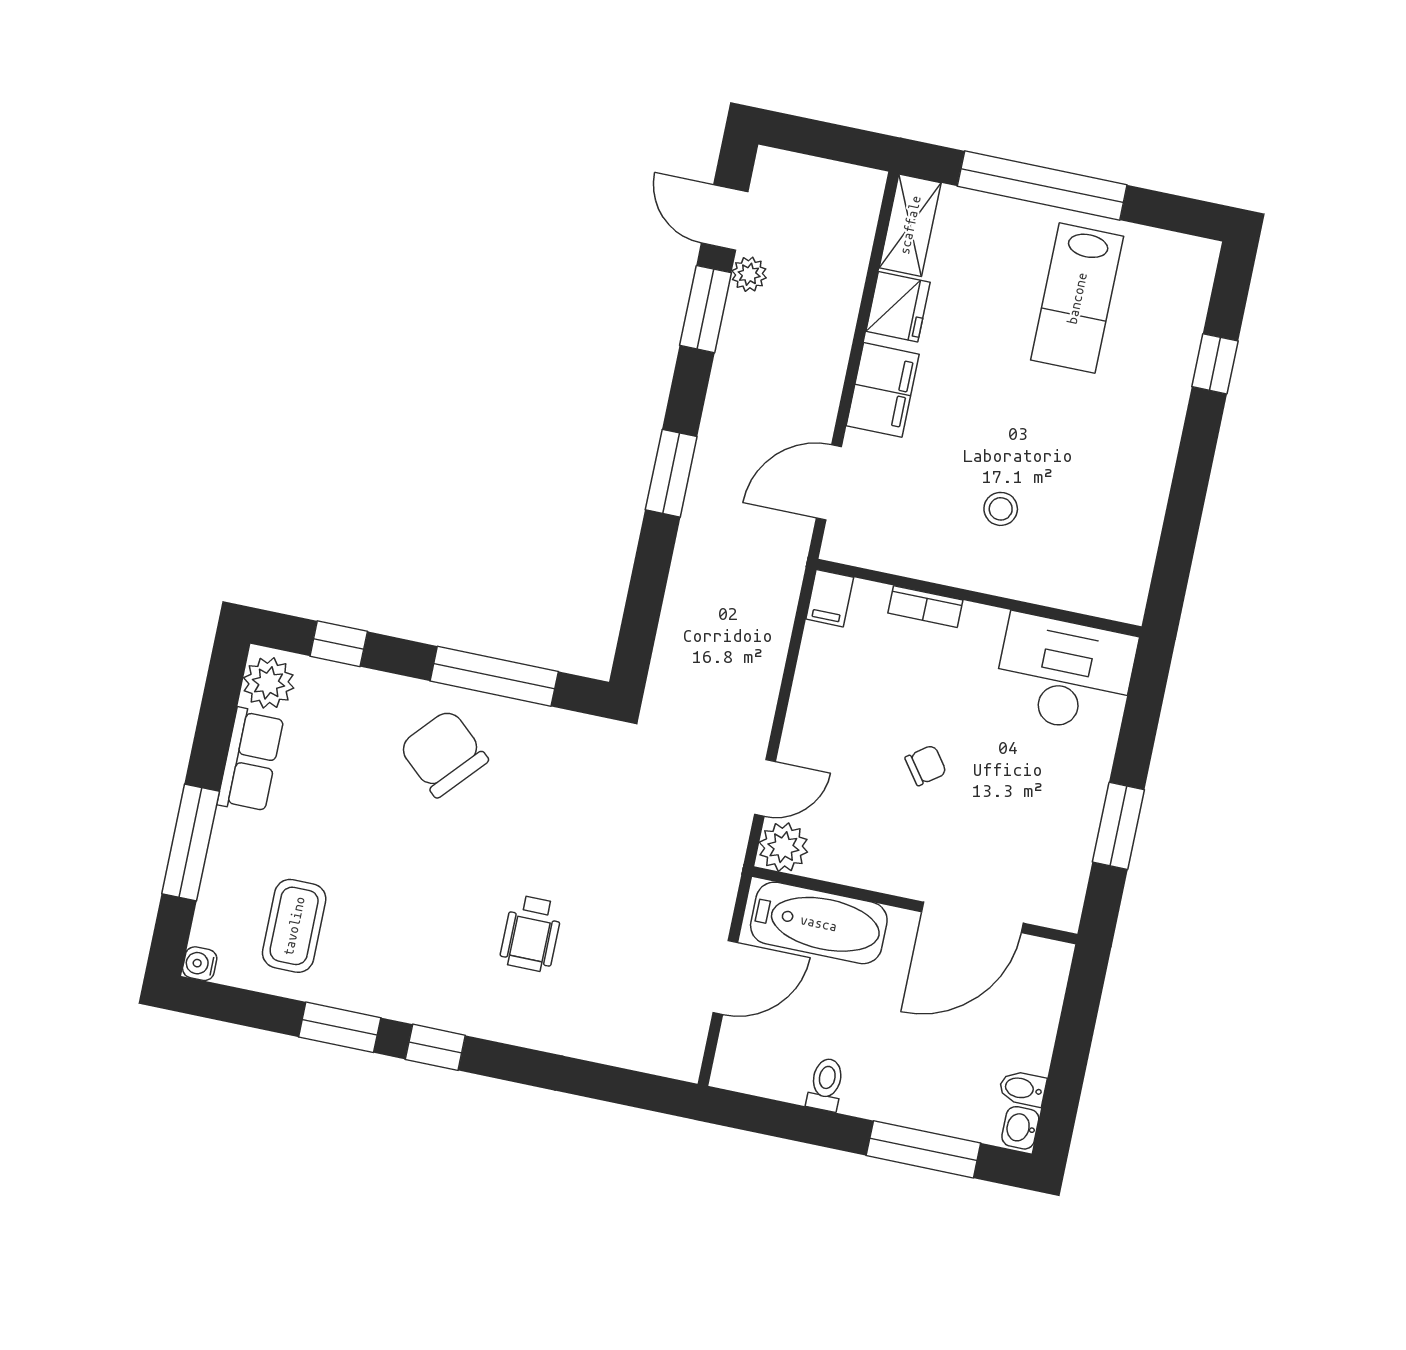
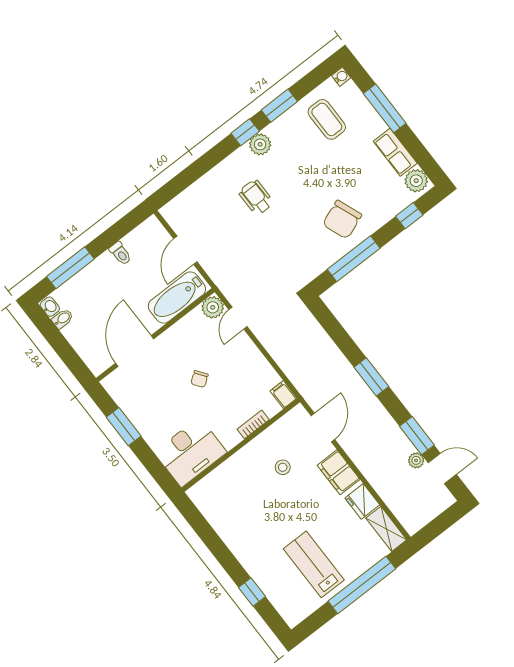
stool: (1001, 509) -> (283, 467), moved
chair: (444, 753) -> (342, 220), turned 117
plant: (434, 1004) -> (260, 144), added

